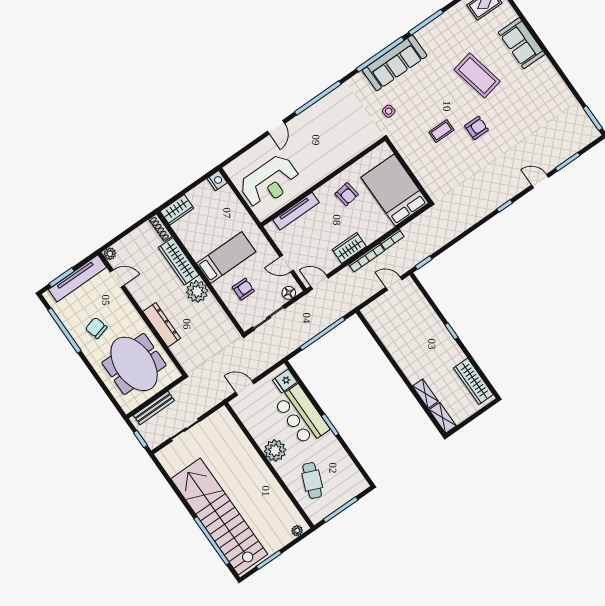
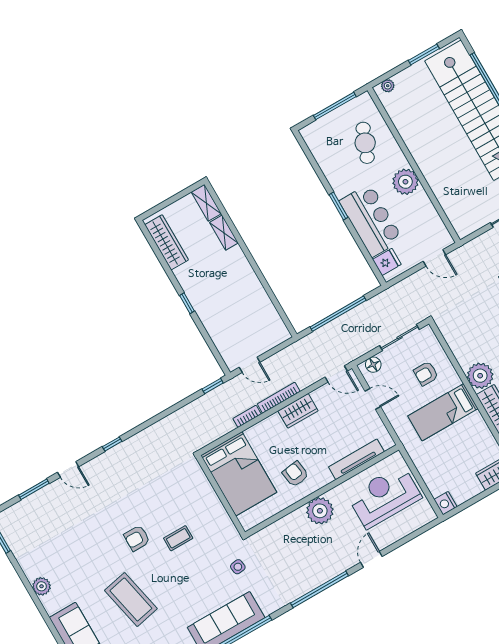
plant: (554, 80) -> (42, 586), added
plant: (323, 165) -> (320, 511), added

